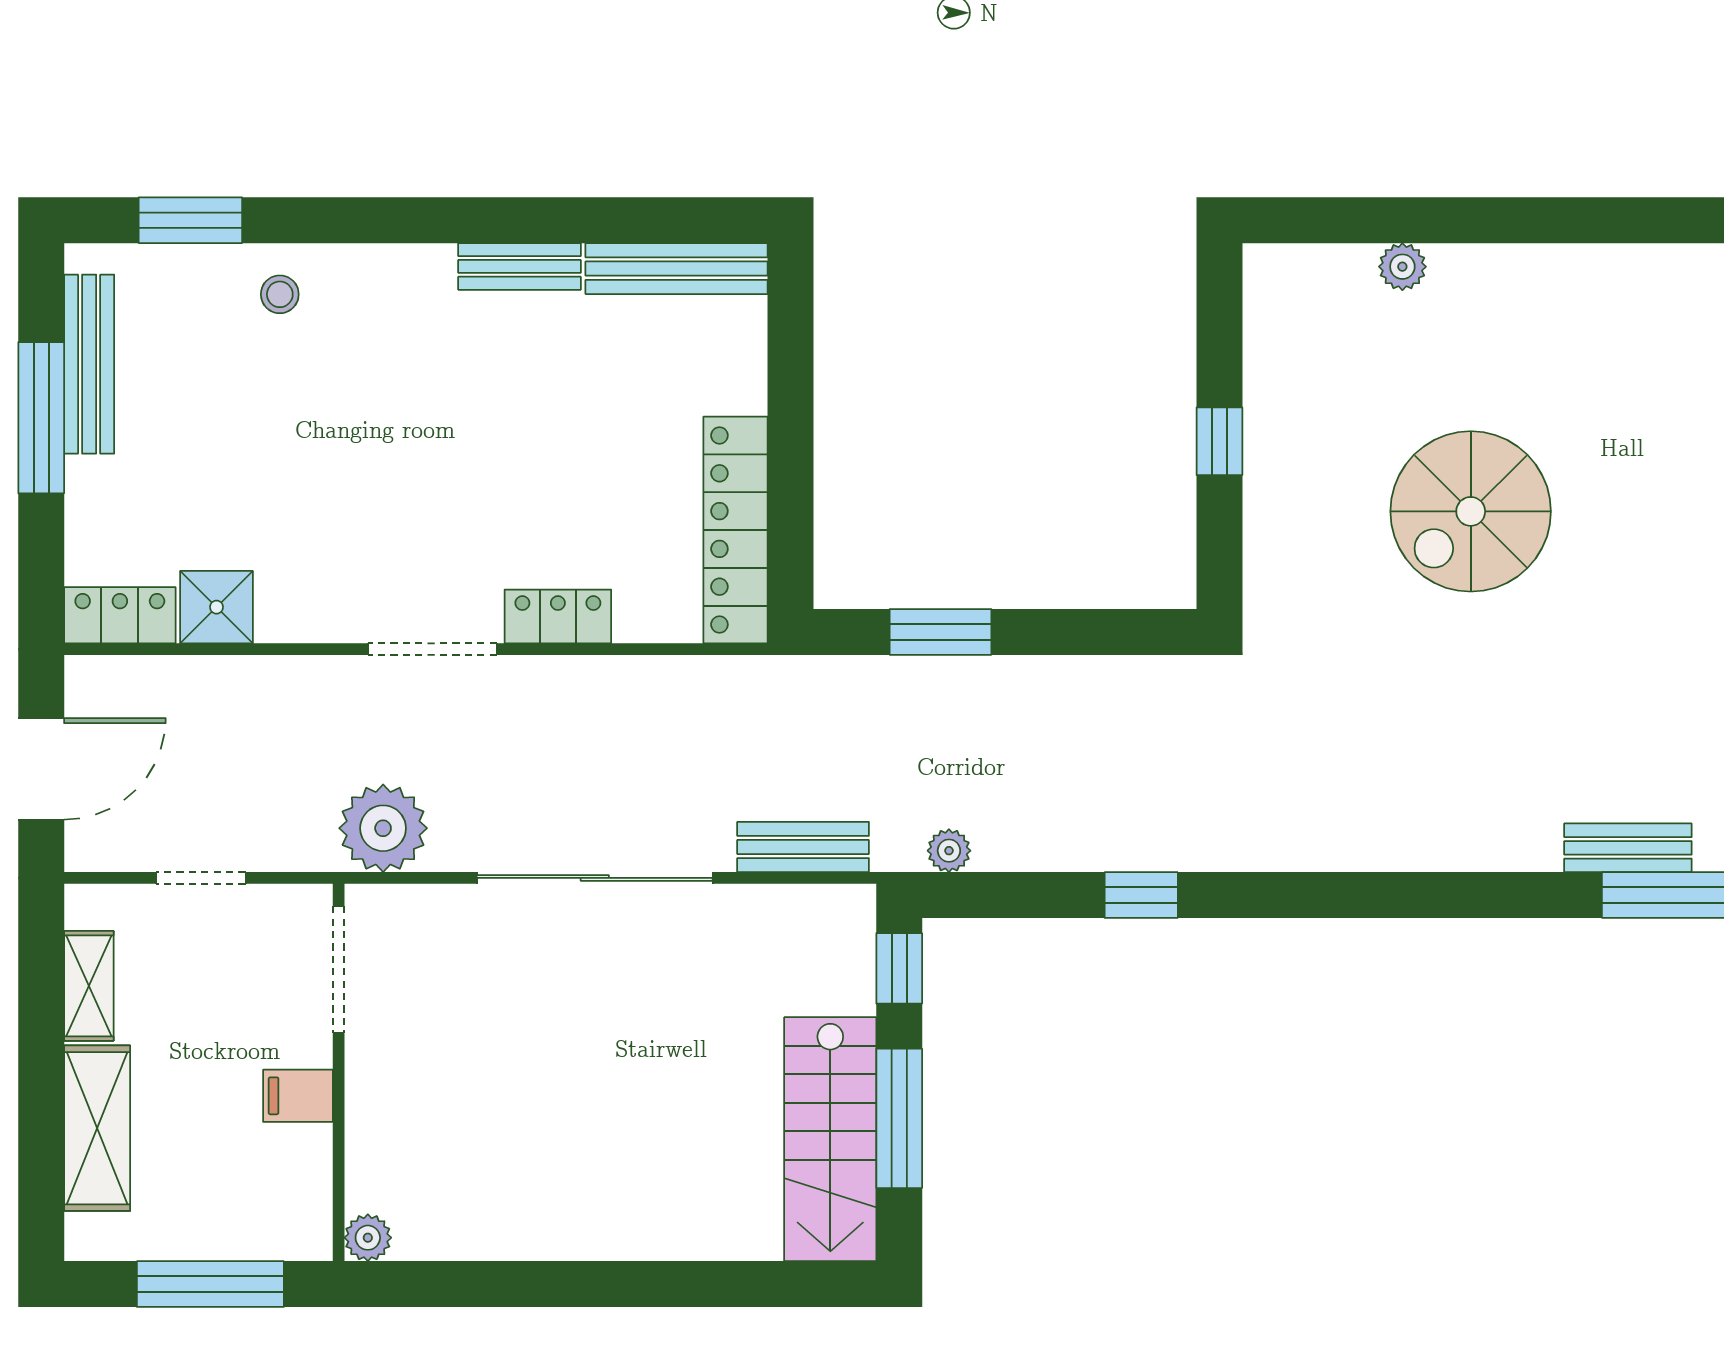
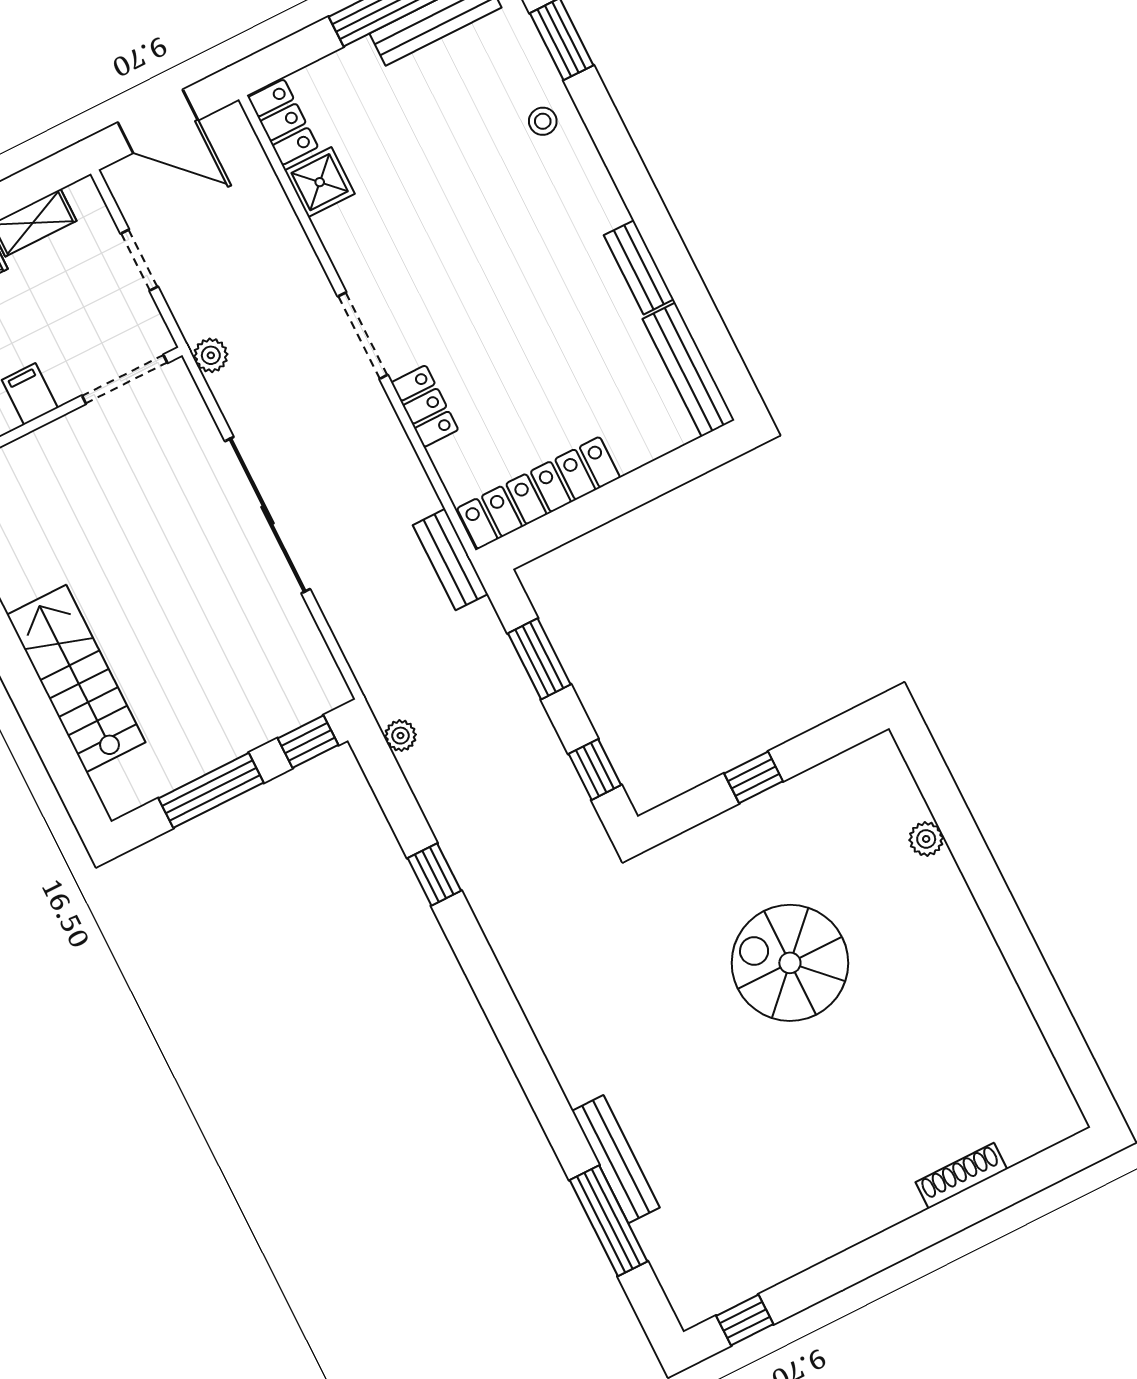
window: (1111, 632) -> (595, 769), added
plant: (383, 828) -> (211, 355), width x0.53, depth x0.53
bench: (803, 847) -> (450, 560), moved
bench: (1628, 848) -> (616, 1159), width x1.36
stairs: (830, 1139) -> (76, 678), moved, turned 90

